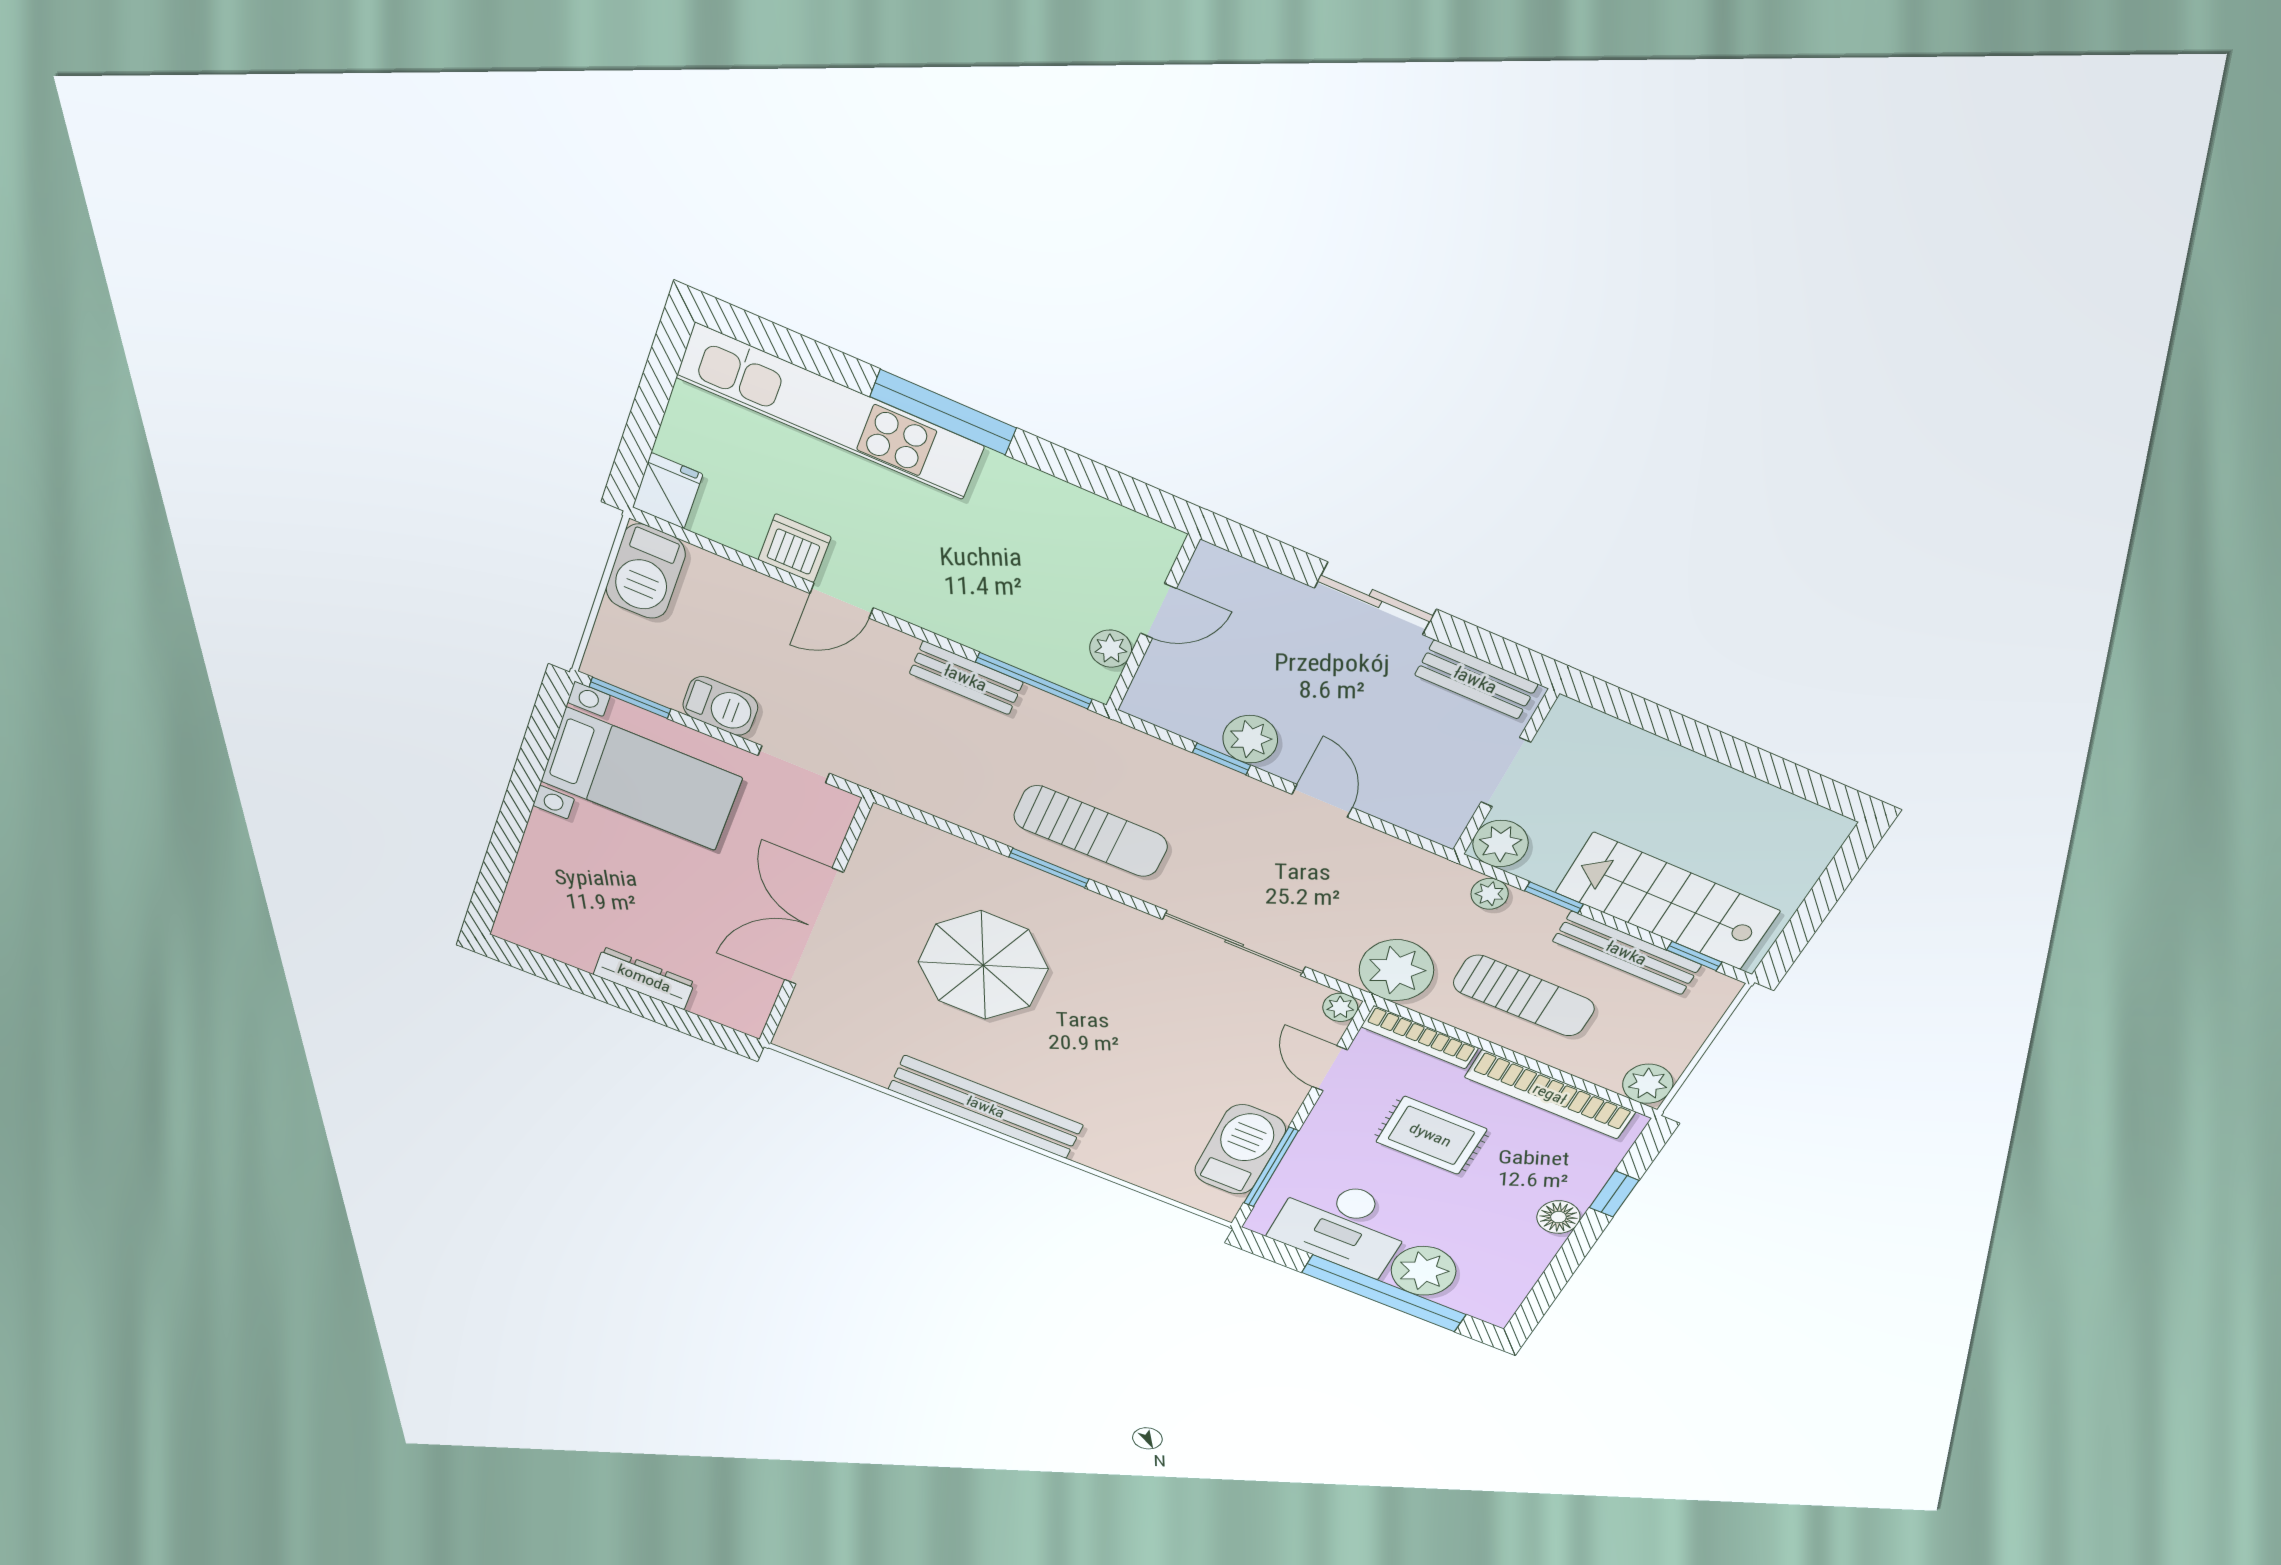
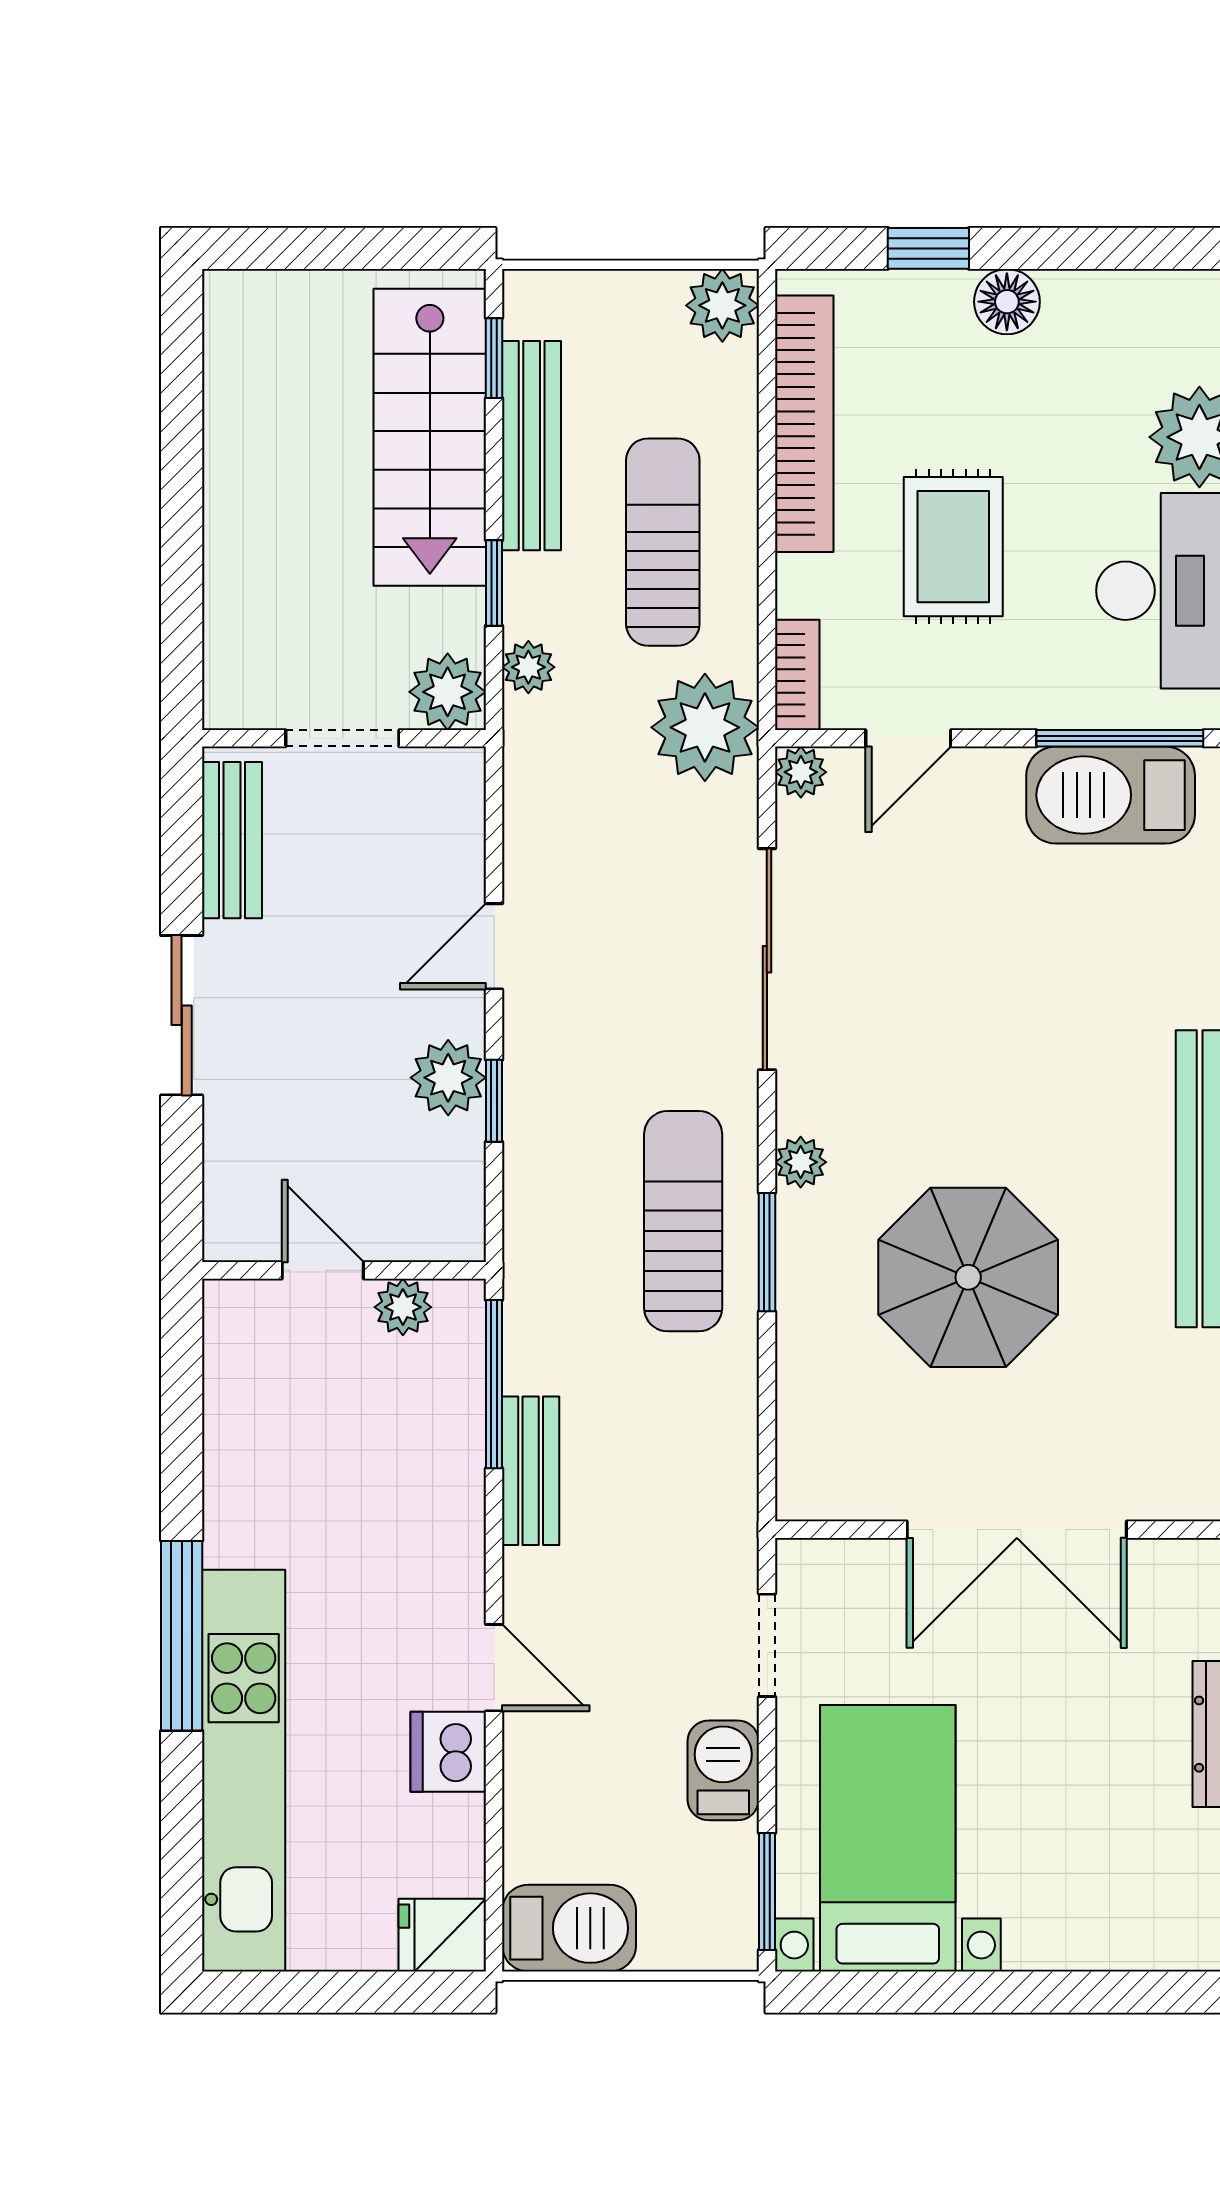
plant: (1097, 909) -> (801, 1162), added
bookcase: (1420, 1037) -> (797, 675), width x0.64

